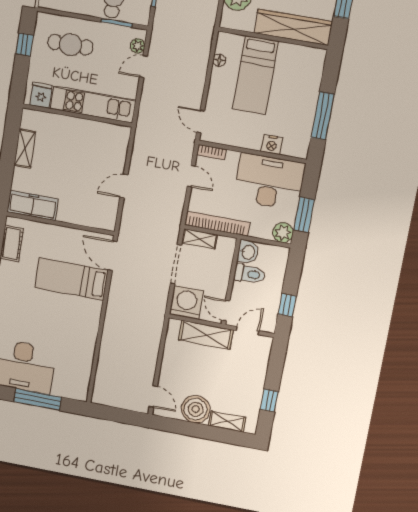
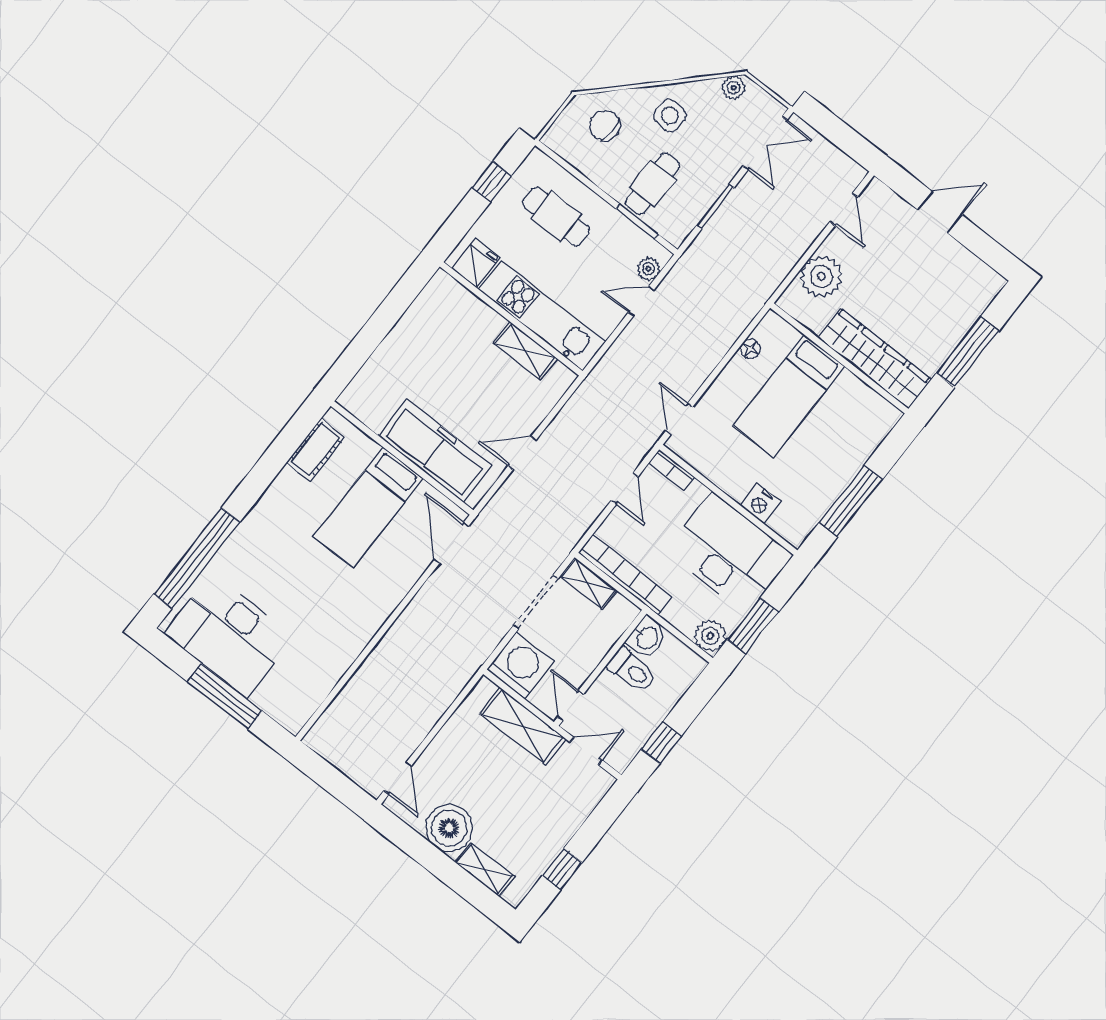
shelving: (25, 148) -> (525, 351), moved, turned 90
freezer: (33, 205) -> (435, 451), moved, width x1.36, depth x1.26
bed: (71, 279) -> (368, 507), moved, turned -90

